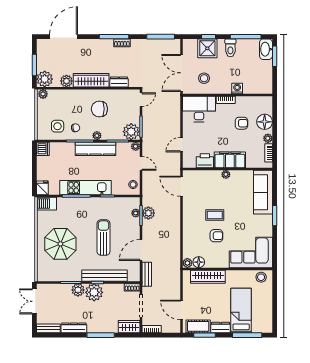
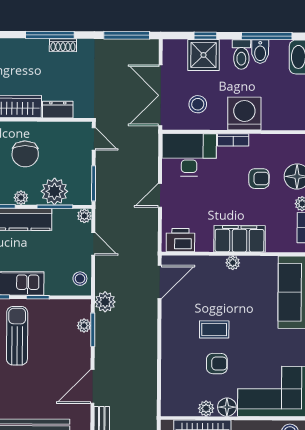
bidet: (242, 46) -> (260, 52), added
washing machine: (237, 88) -> (244, 114), width x1.89, depth x1.89
door: (141, 100) -> (94, 139), hinge flipped
chair: (99, 109) -> (25, 154), turned -90
plant: (131, 132) -> (54, 191), moved
door: (181, 145) -> (160, 195), moved
printer: (205, 161) -> (180, 240), moved
door: (181, 186) -> (160, 282), swing flipped
plant: (148, 213) -> (105, 302), moved
sun lounger: (103, 237) -> (17, 336), moved
floor lamp: (199, 262) -> (227, 407), moved
plant: (187, 263) -> (206, 408), moved

